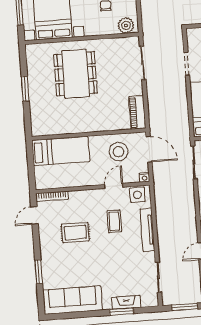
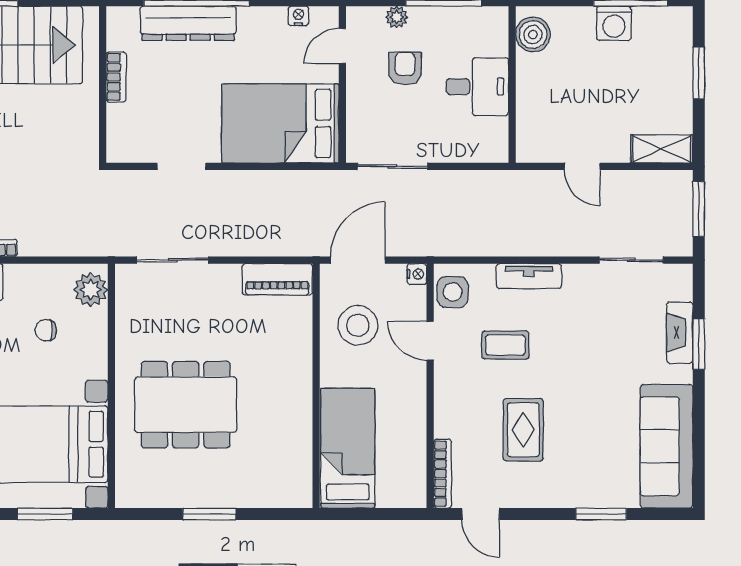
tv unit: (147, 230) -> (529, 276), width x0.71

